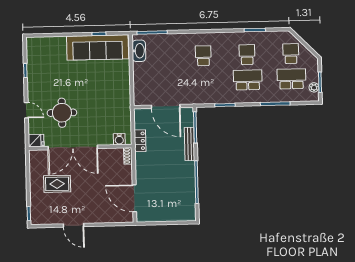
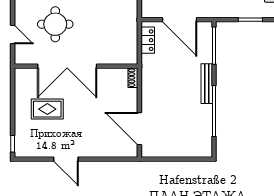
door: (26, 110) -> (13, 34), moved
water cooler: (119, 139) -> (123, 58), removed
fridge: (36, 141) -> (23, 57), removed
locker: (140, 141) -> (148, 40), moved
bench: (189, 144) -> (207, 84), moved

